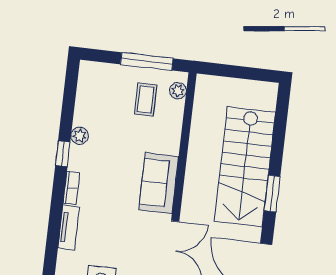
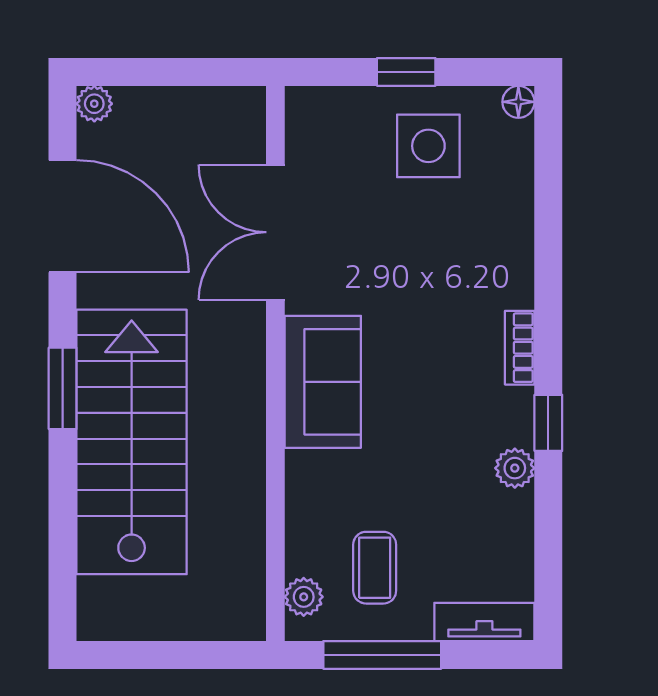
tv unit: (69, 228) -> (484, 622), moved, turned 90

